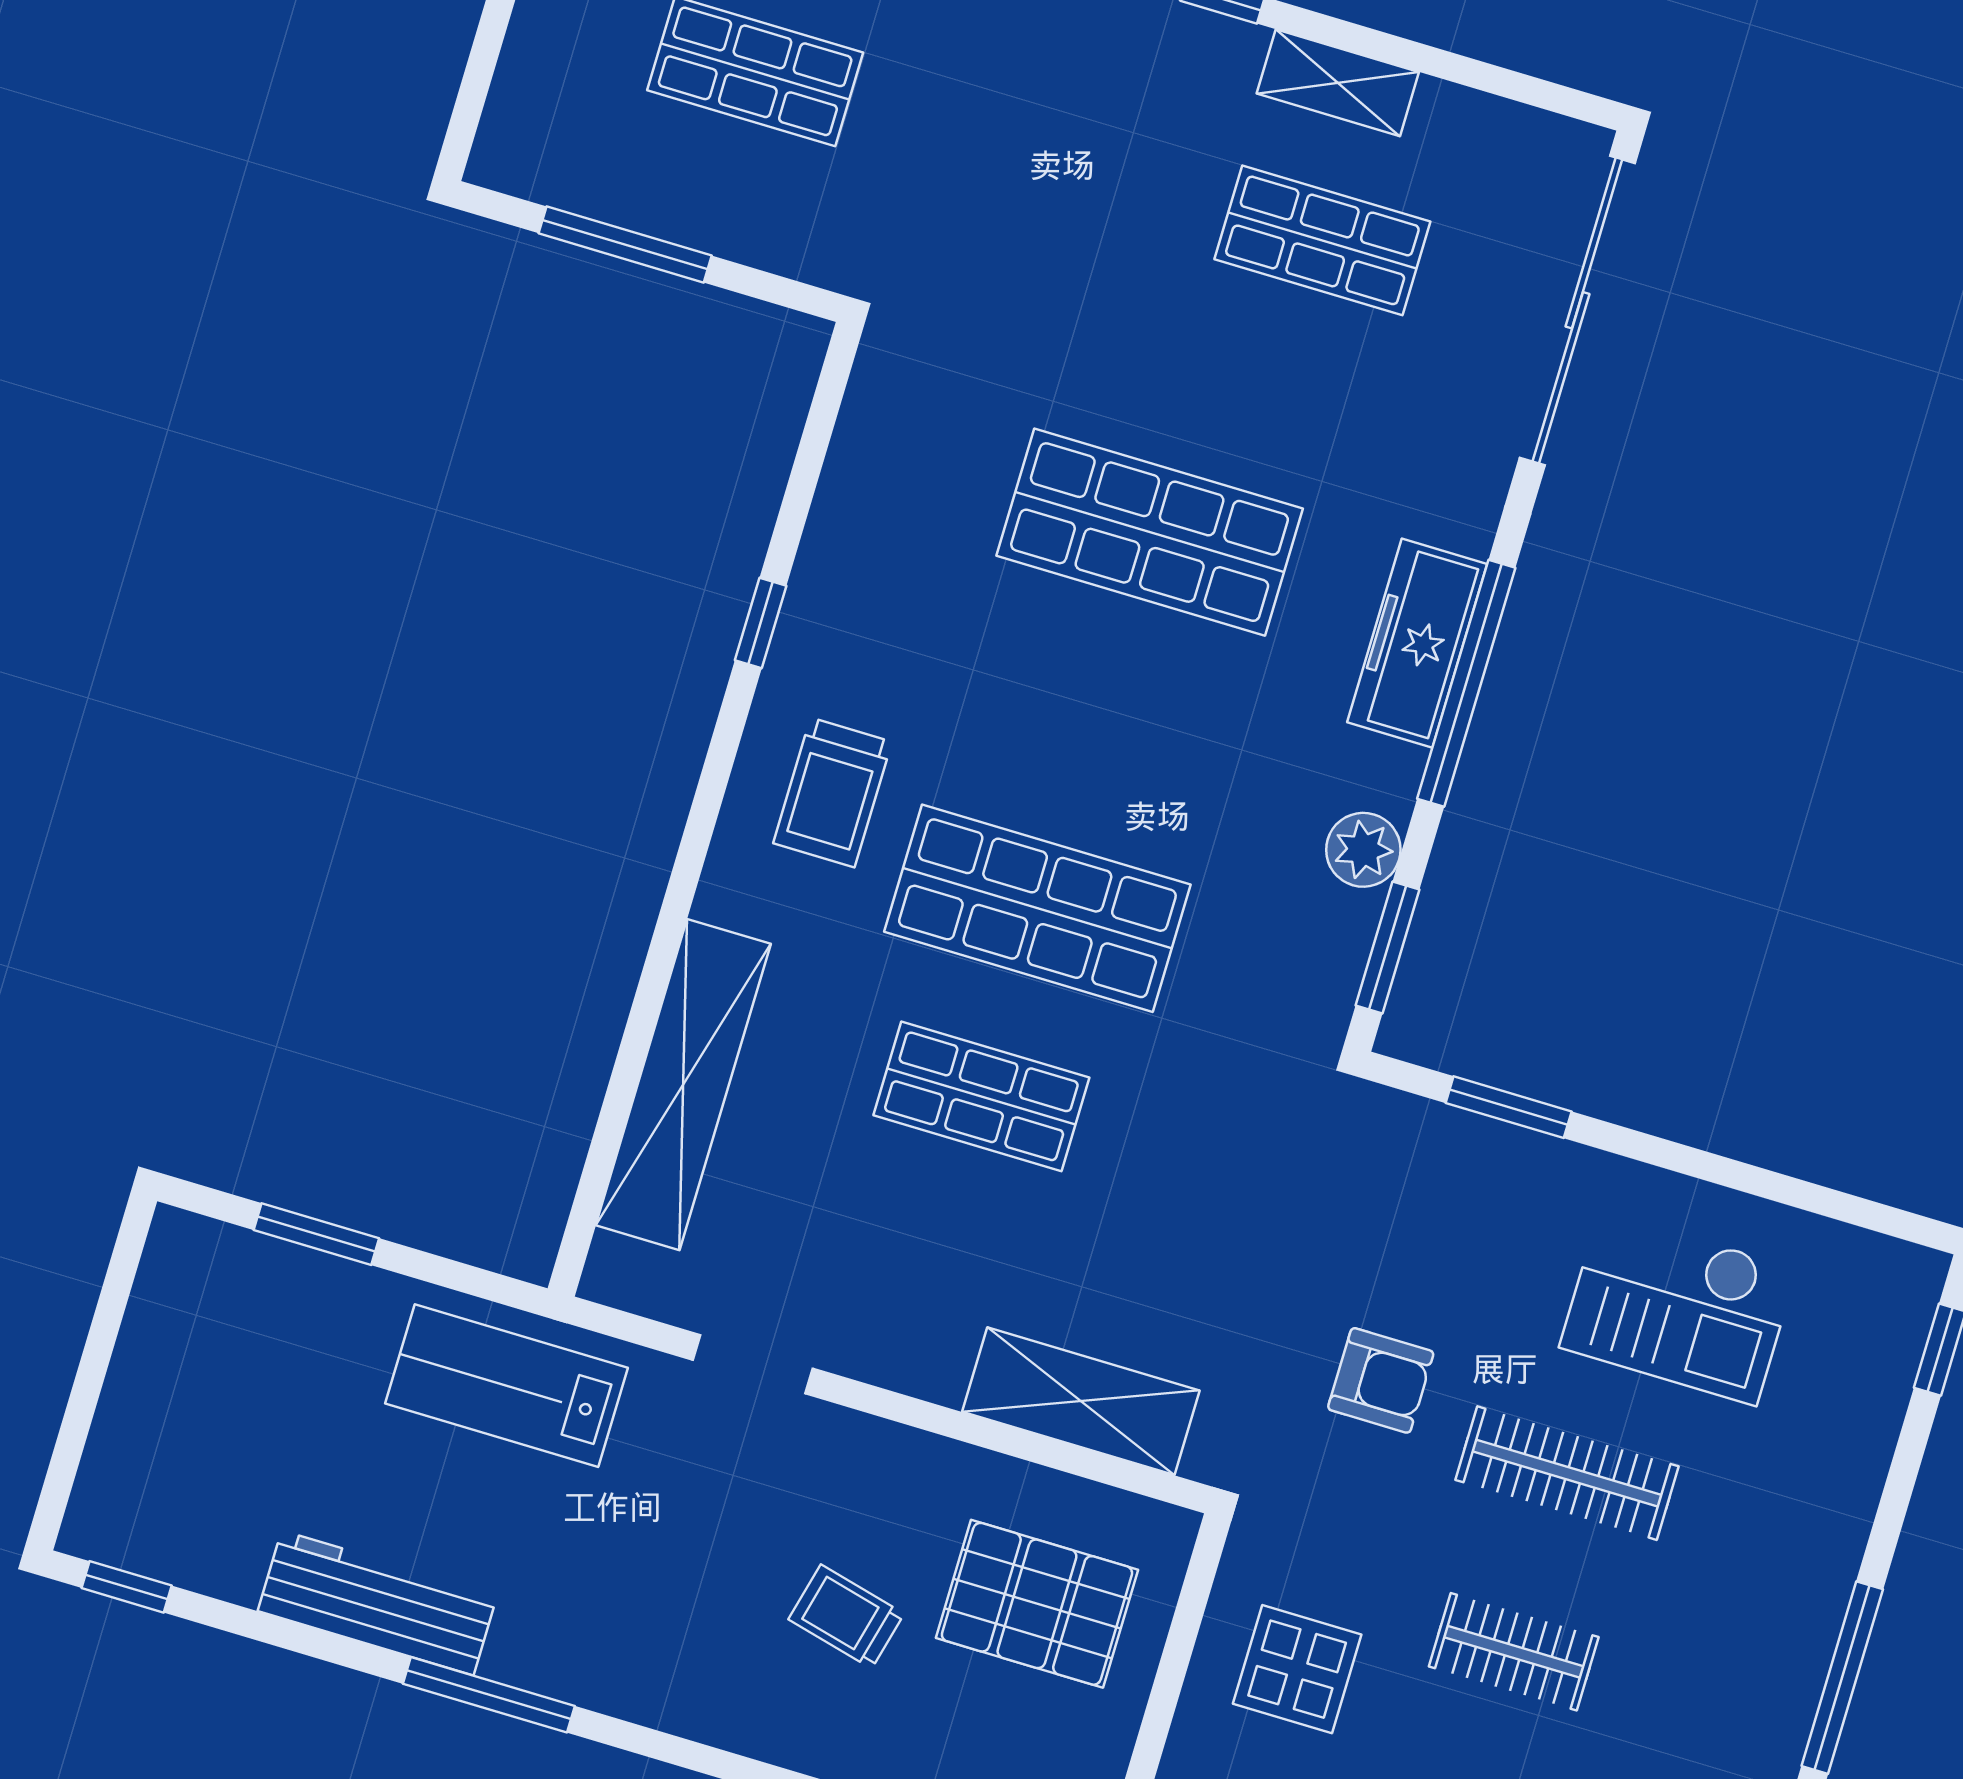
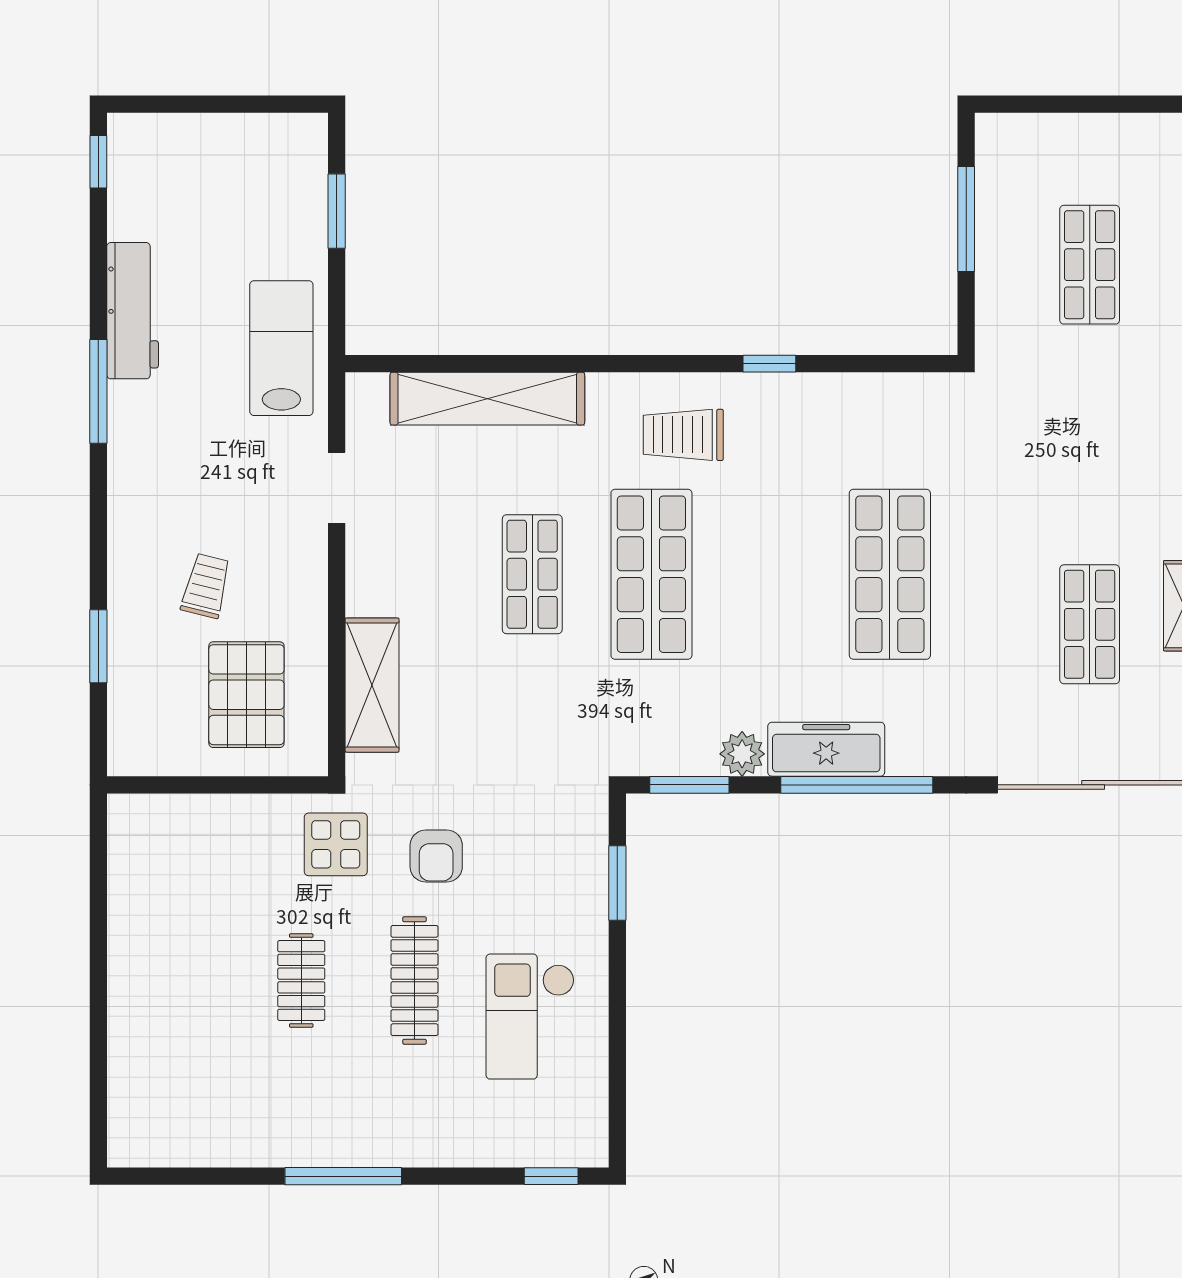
freezer: (1417, 643) -> (826, 749), moved
display table: (1297, 1669) -> (336, 844), moved

